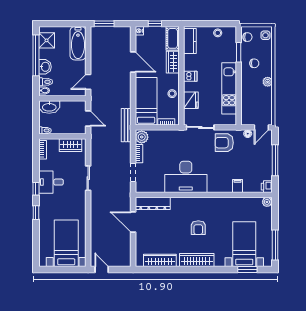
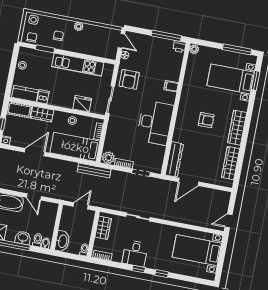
dishwasher: (190, 76) -> (43, 97), moved
door: (88, 82) -> (34, 197), moved
window: (275, 160) -> (166, 36), moved
filing cabinet: (237, 186) -> (171, 86), moved

